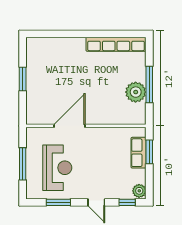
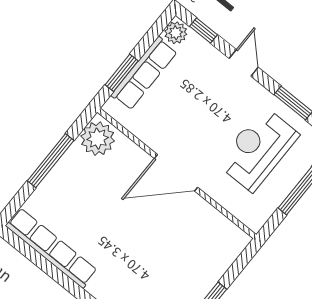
plant: (136, 92) -> (98, 139), moved
door: (69, 126) -> (176, 173), moved
row of seats: (139, 153) -> (144, 73), width x1.48

